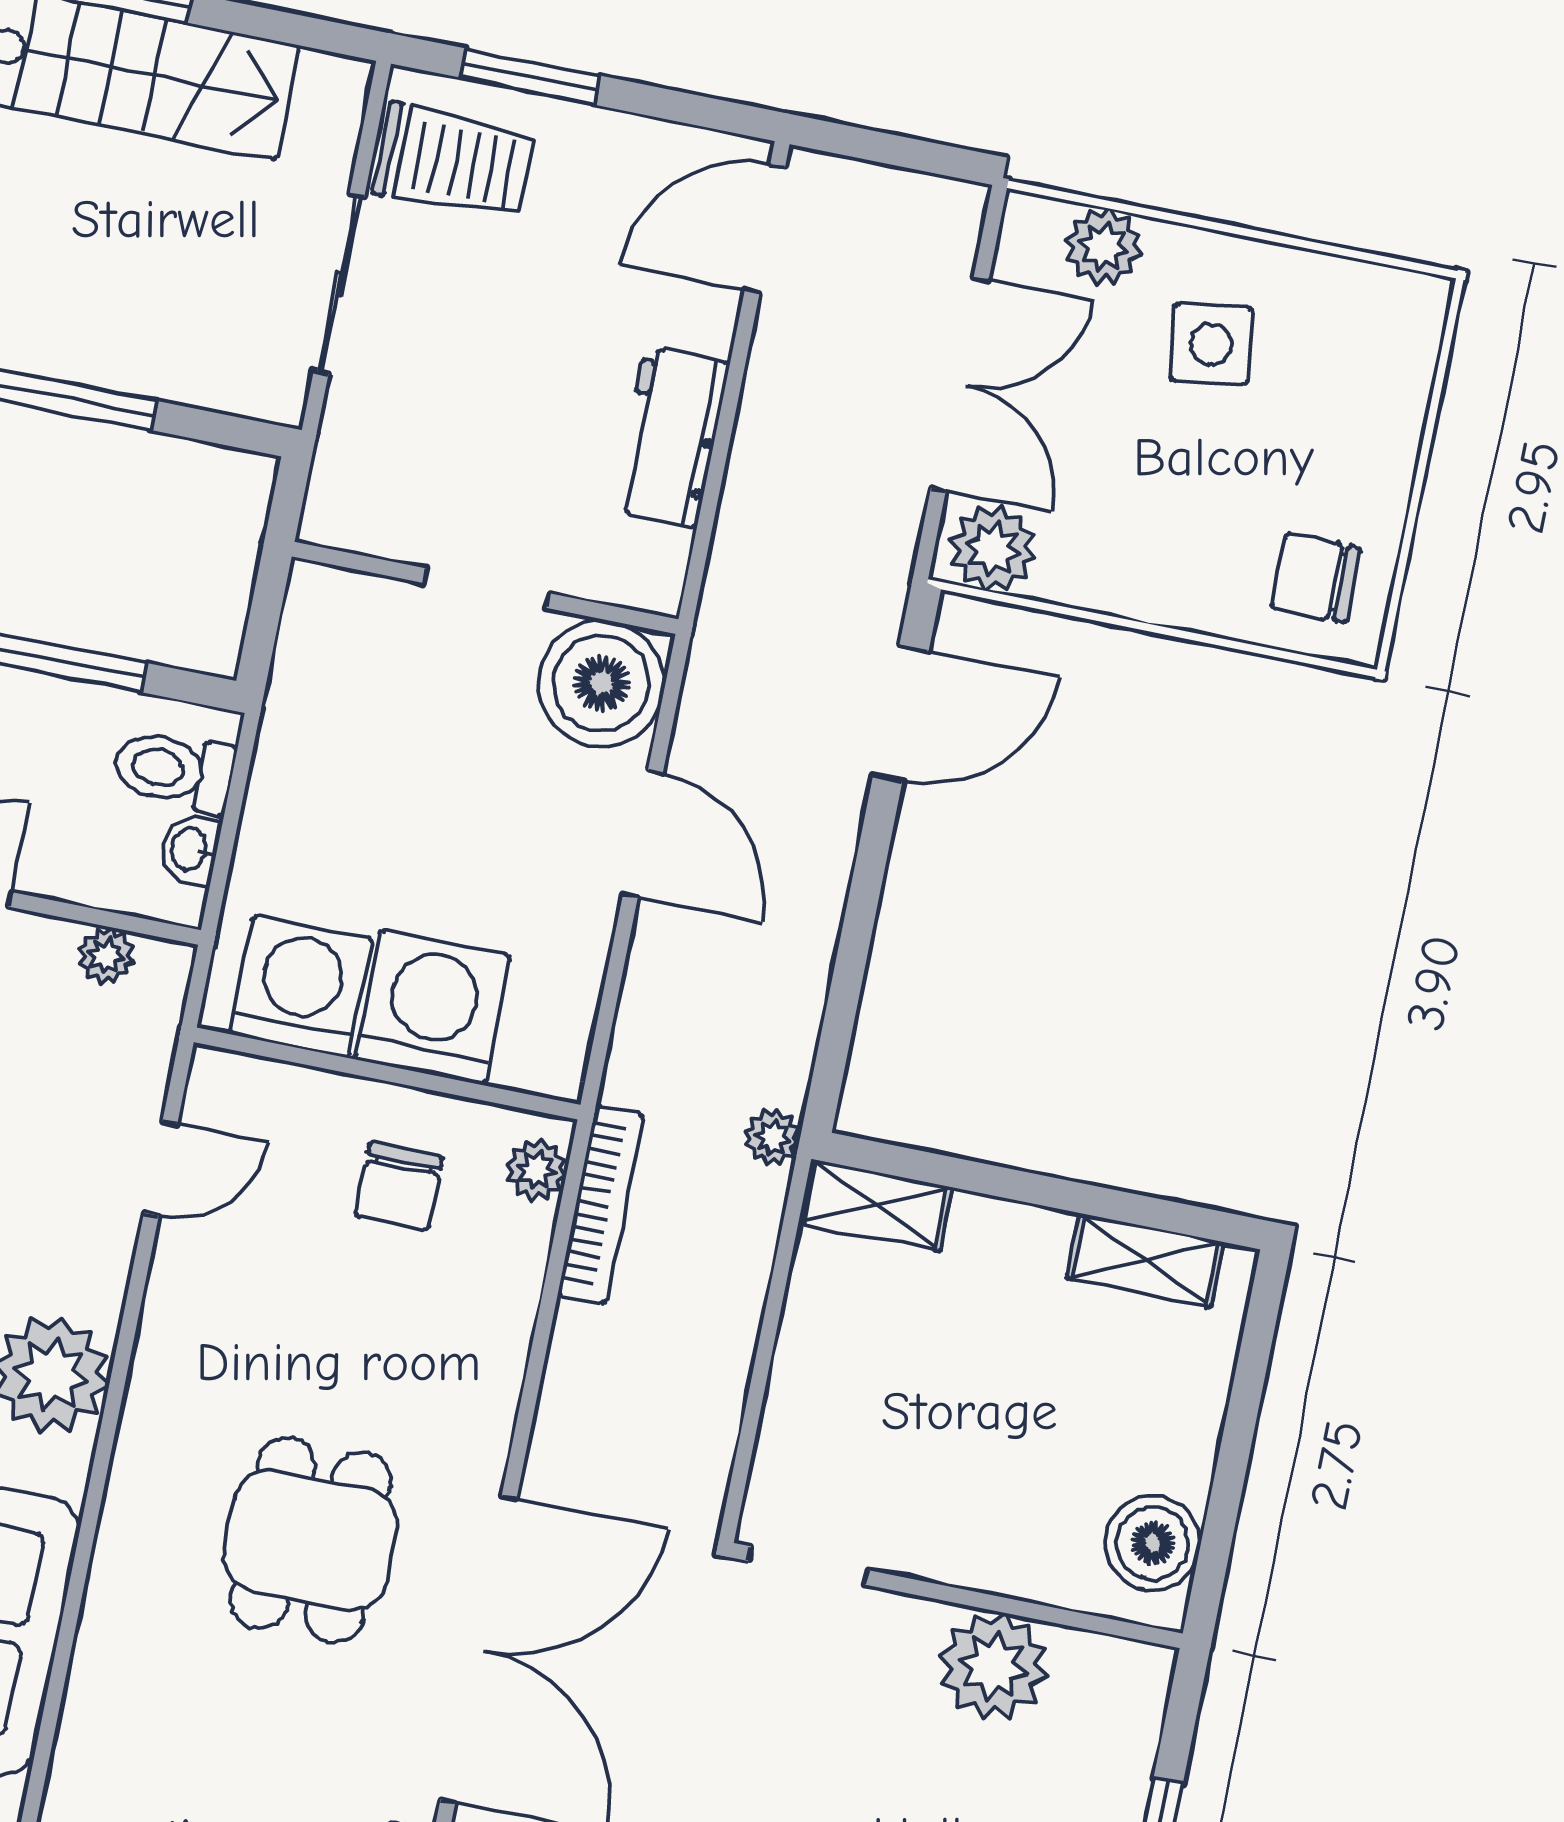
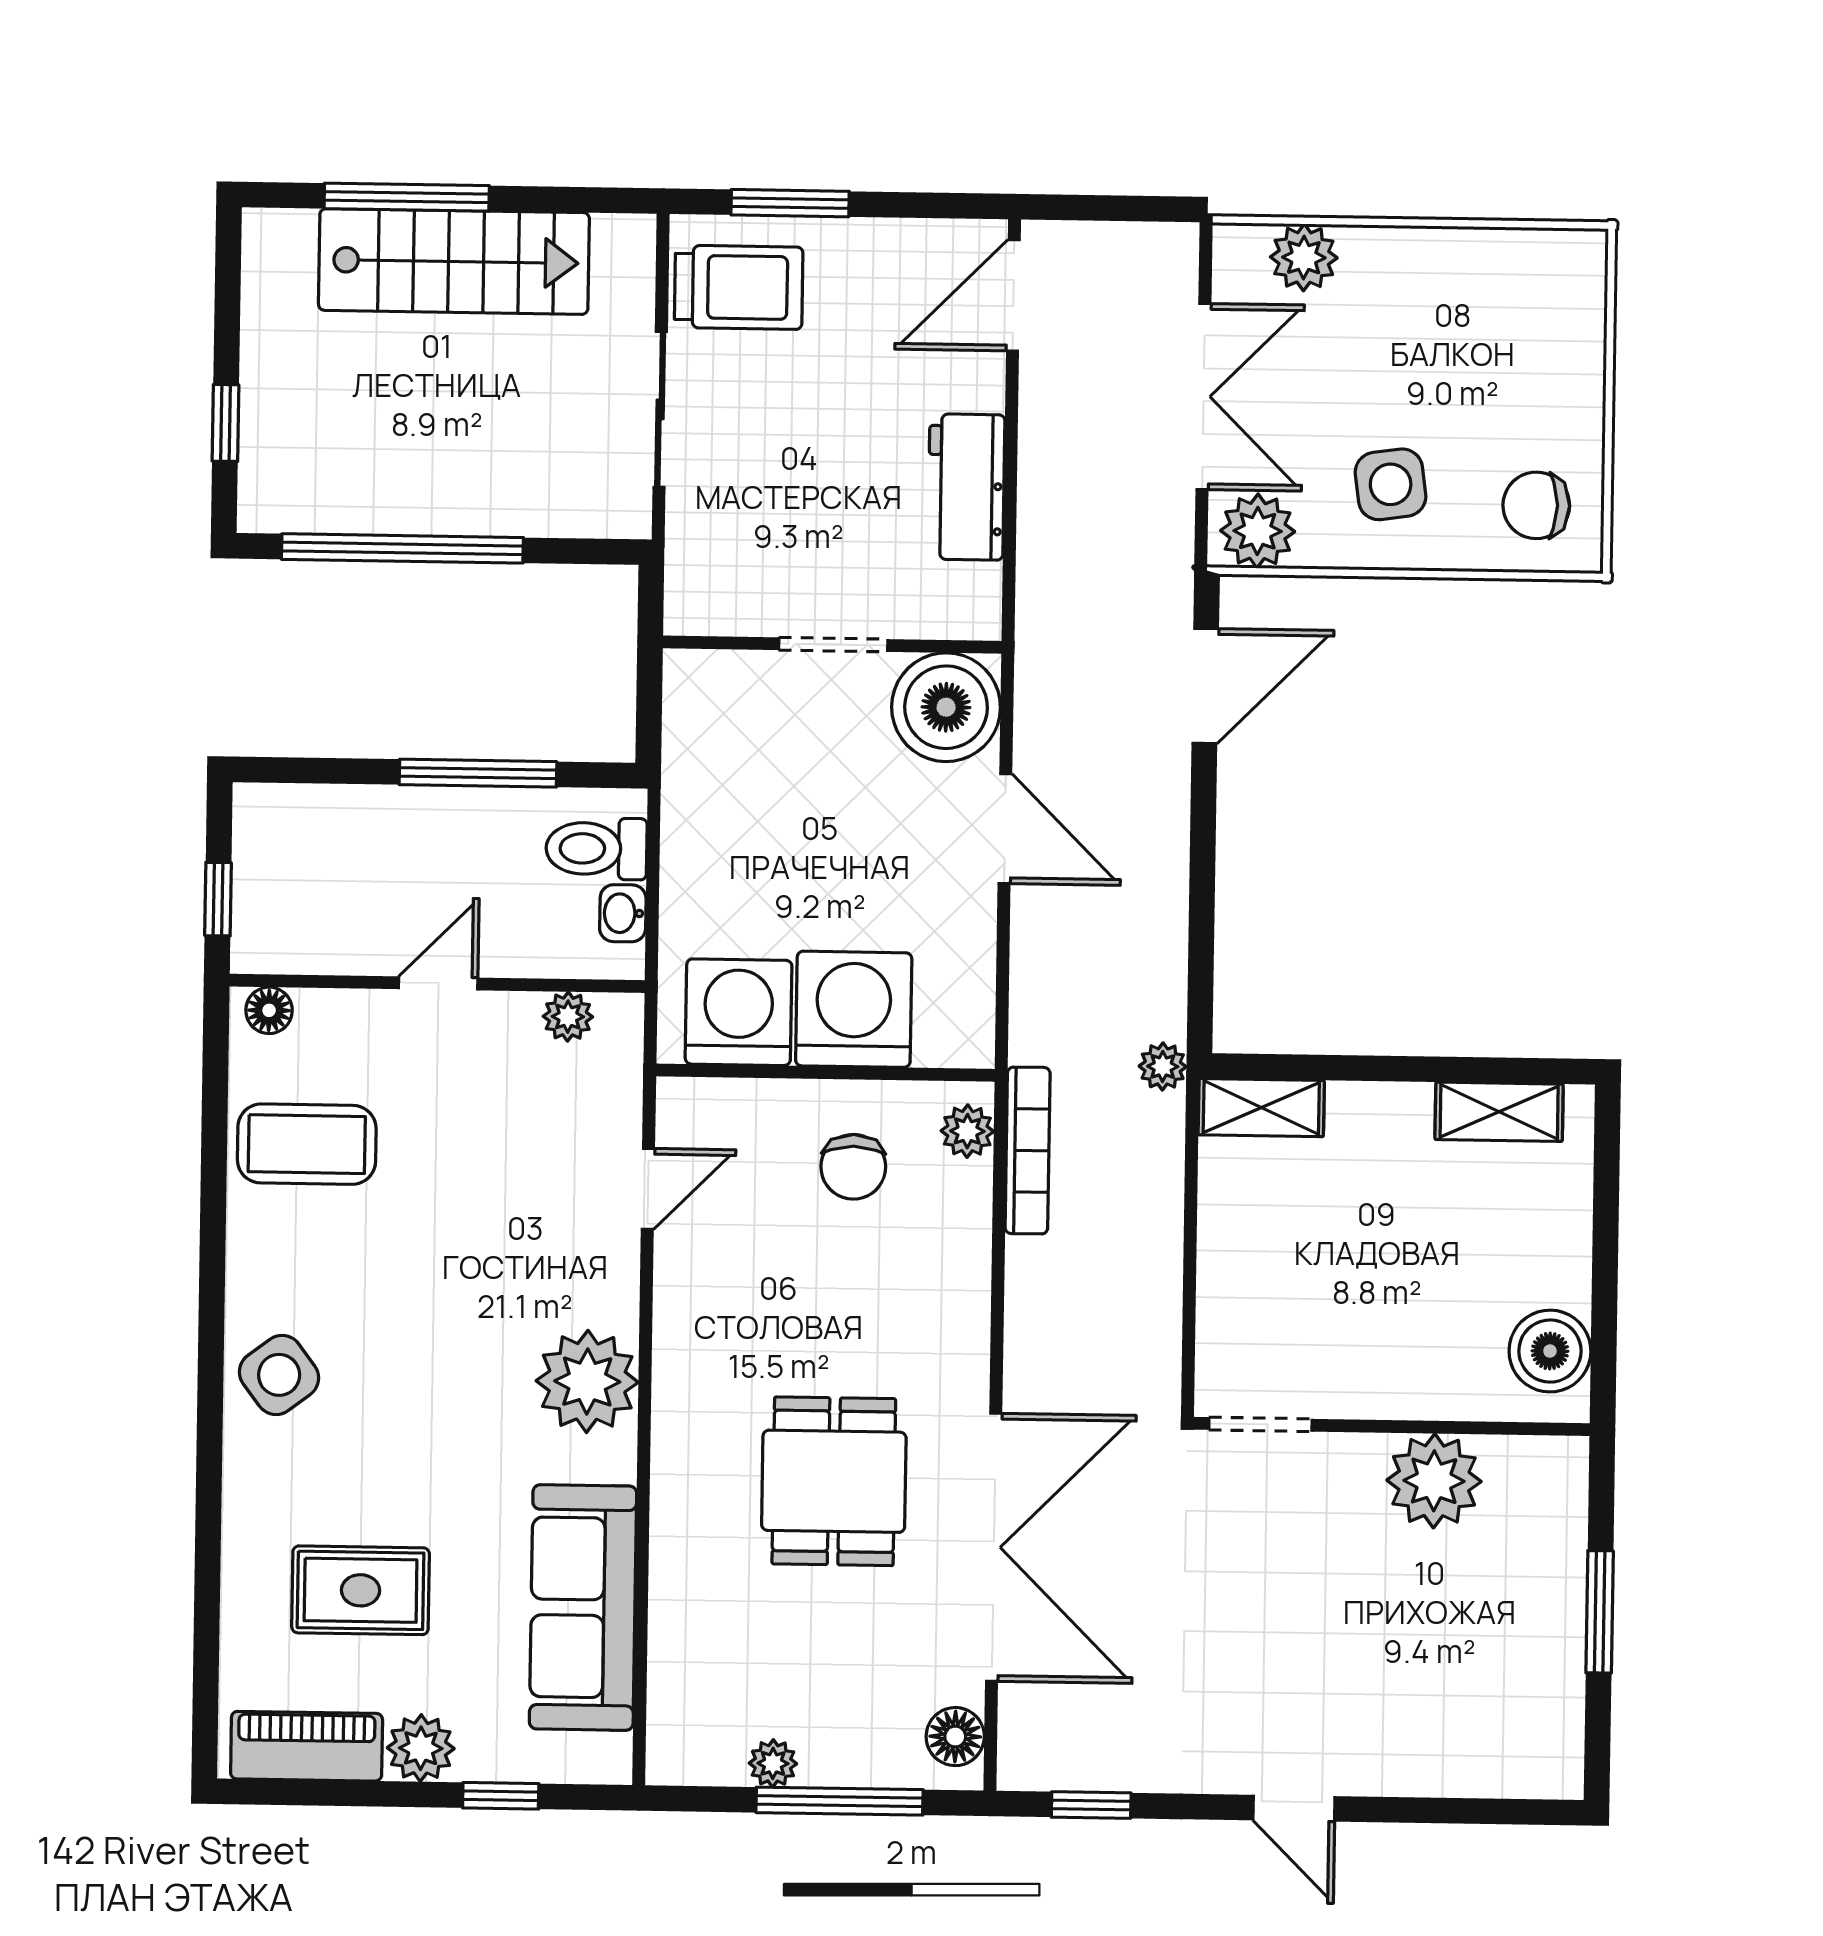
side table: (1211, 344) -> (1391, 484), moved

